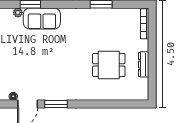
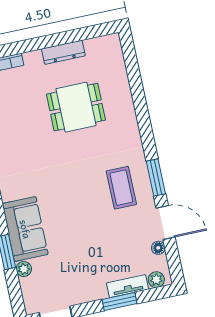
dining table: (109, 65) -> (76, 107), turned 90
coffee table: (54, 82) -> (121, 188), added

